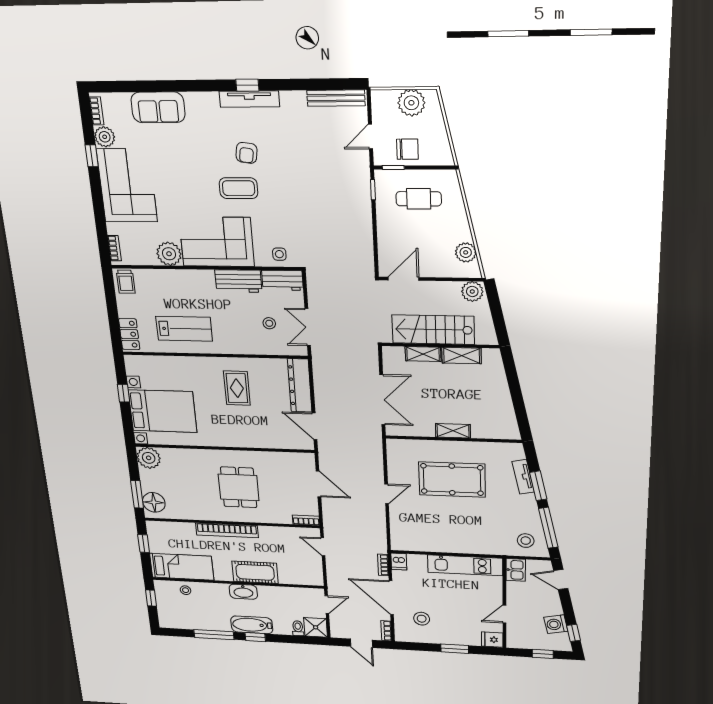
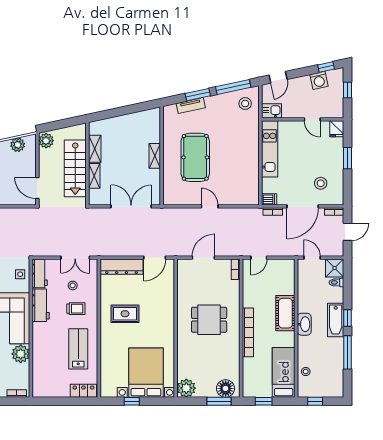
trolley: (126, 282) -> (76, 309), moved

